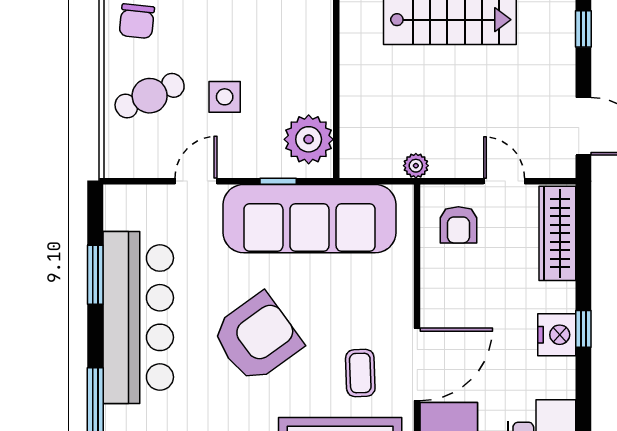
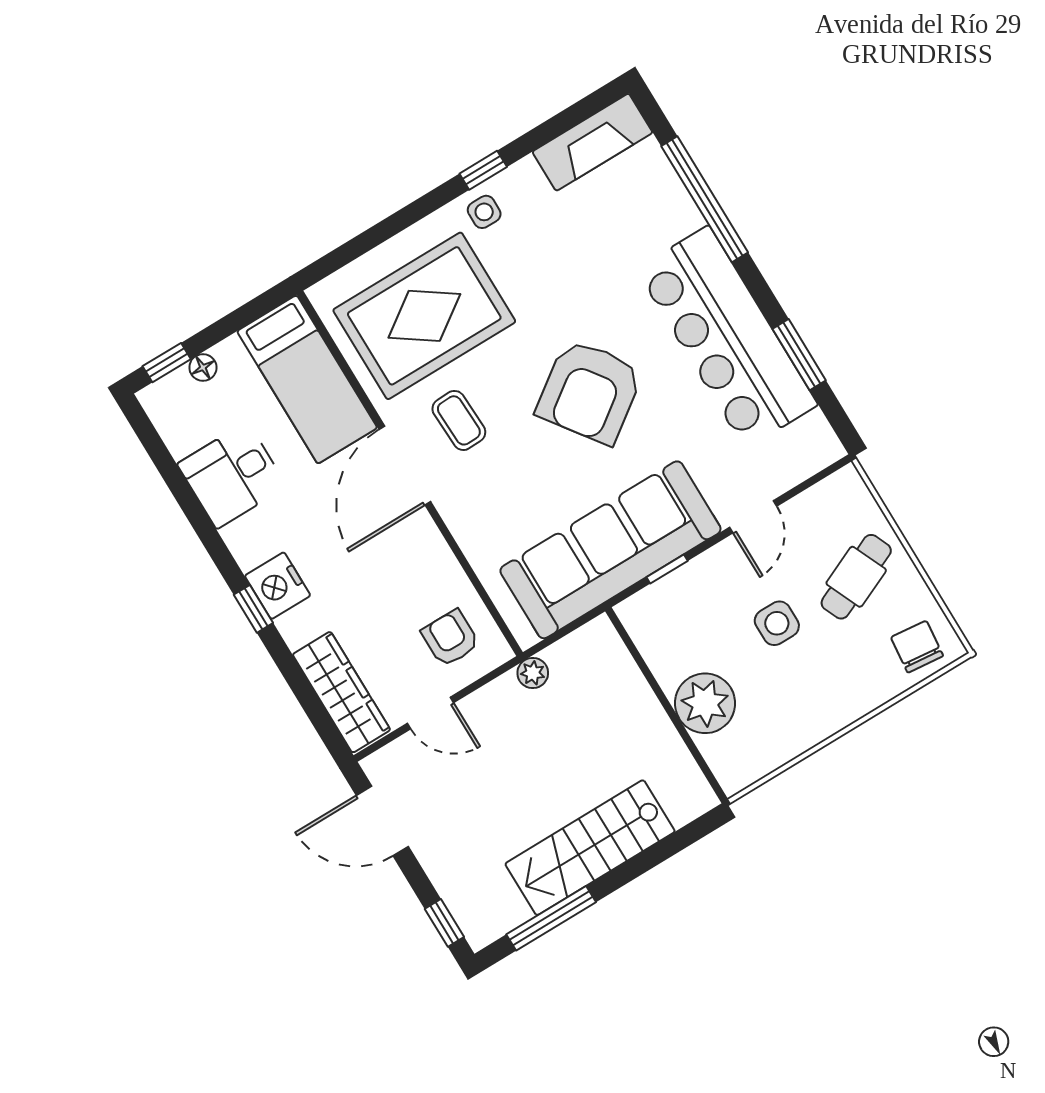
plant: (309, 139) -> (705, 703), moved

